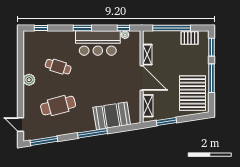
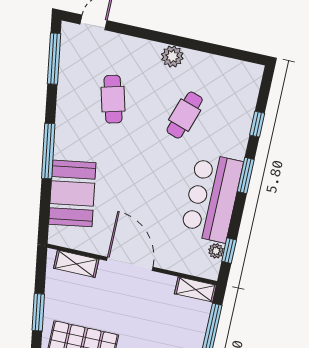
window: (41, 28) -> (257, 124), moved
shelving: (147, 55) -> (195, 289), moved
door: (142, 78) -> (130, 264), swing flipped
cafe table: (58, 106) -> (113, 99), width x0.73, depth x0.74
window: (167, 122) -> (38, 312), moved

